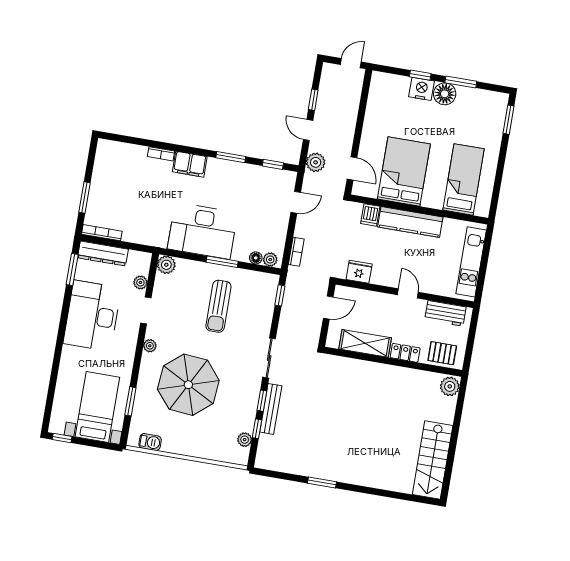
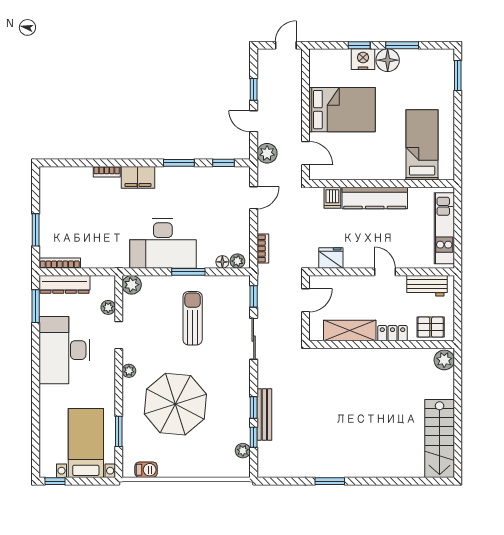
bed: (404, 171) -> (342, 110), moved, turned 90
sun lounger: (218, 306) -> (193, 318), turned 180
sliding door: (269, 358) -> (254, 339), moved

